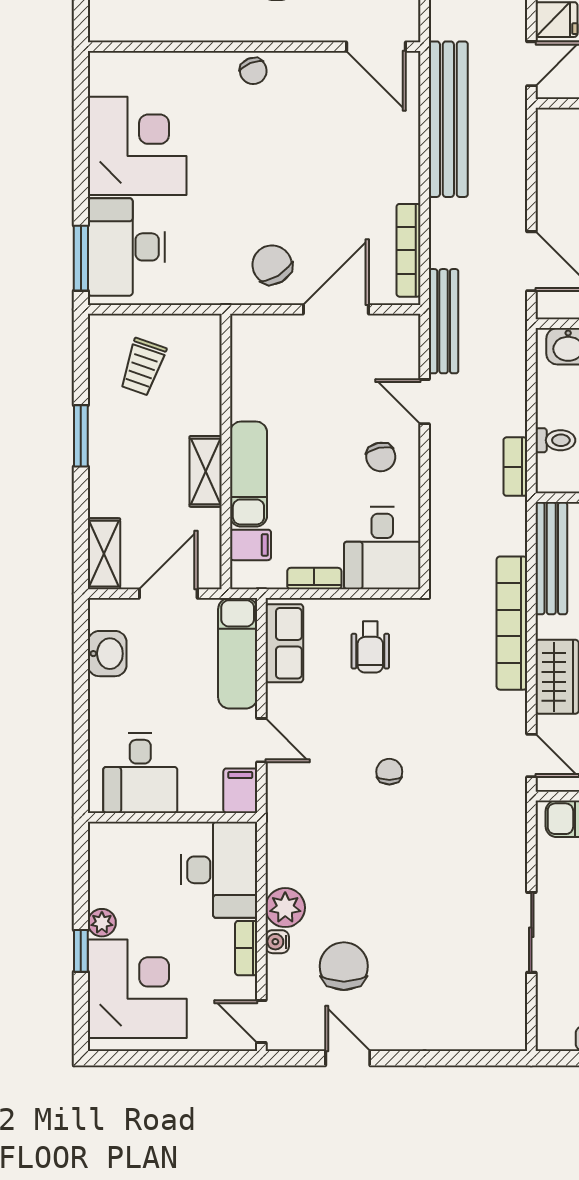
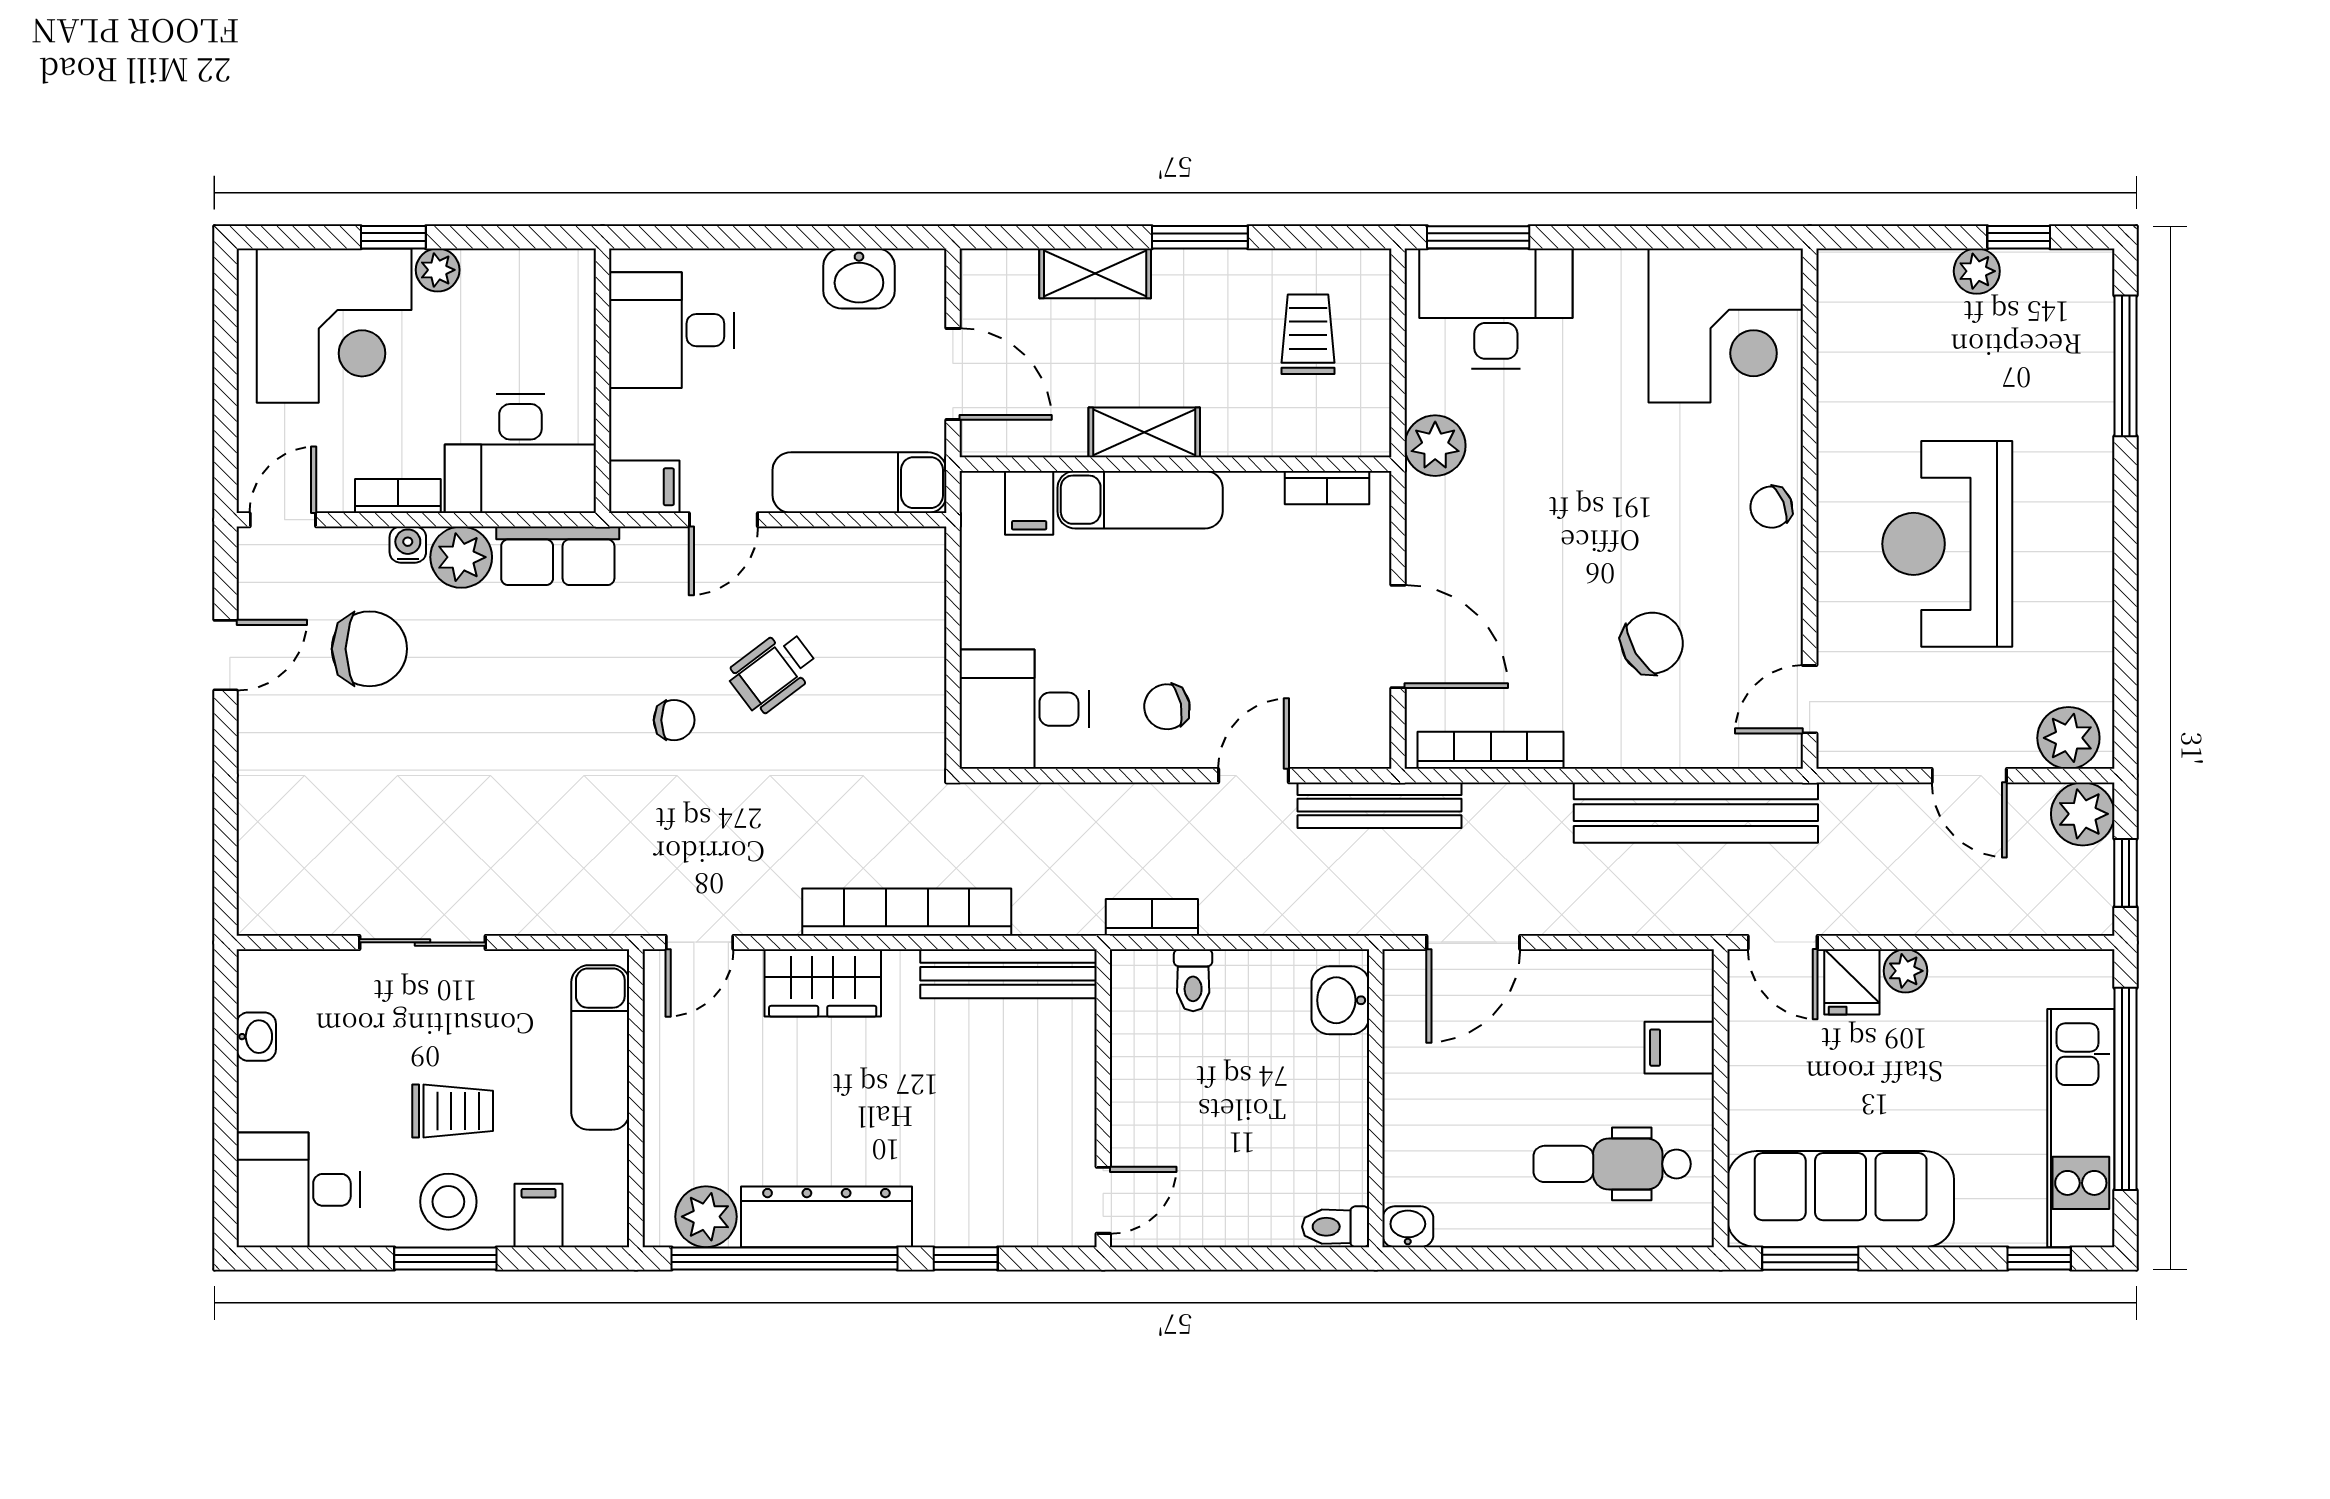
door: (376, 47) -> (1810, 699), width x0.73
corner desk: (137, 146) -> (1726, 325), moved
chair: (272, 265) -> (1652, 643), moved
plant: (214, 286) -> (1435, 446), added
trolley: (143, 367) -> (1308, 334), turned 71
shelving: (104, 554) -> (1095, 273), moved
bookcase: (314, 579) -> (1327, 488), moved, turned 90
row of seats: (284, 643) -> (558, 556), moved
wheelchair: (370, 647) -> (773, 672), moved, turned -37

